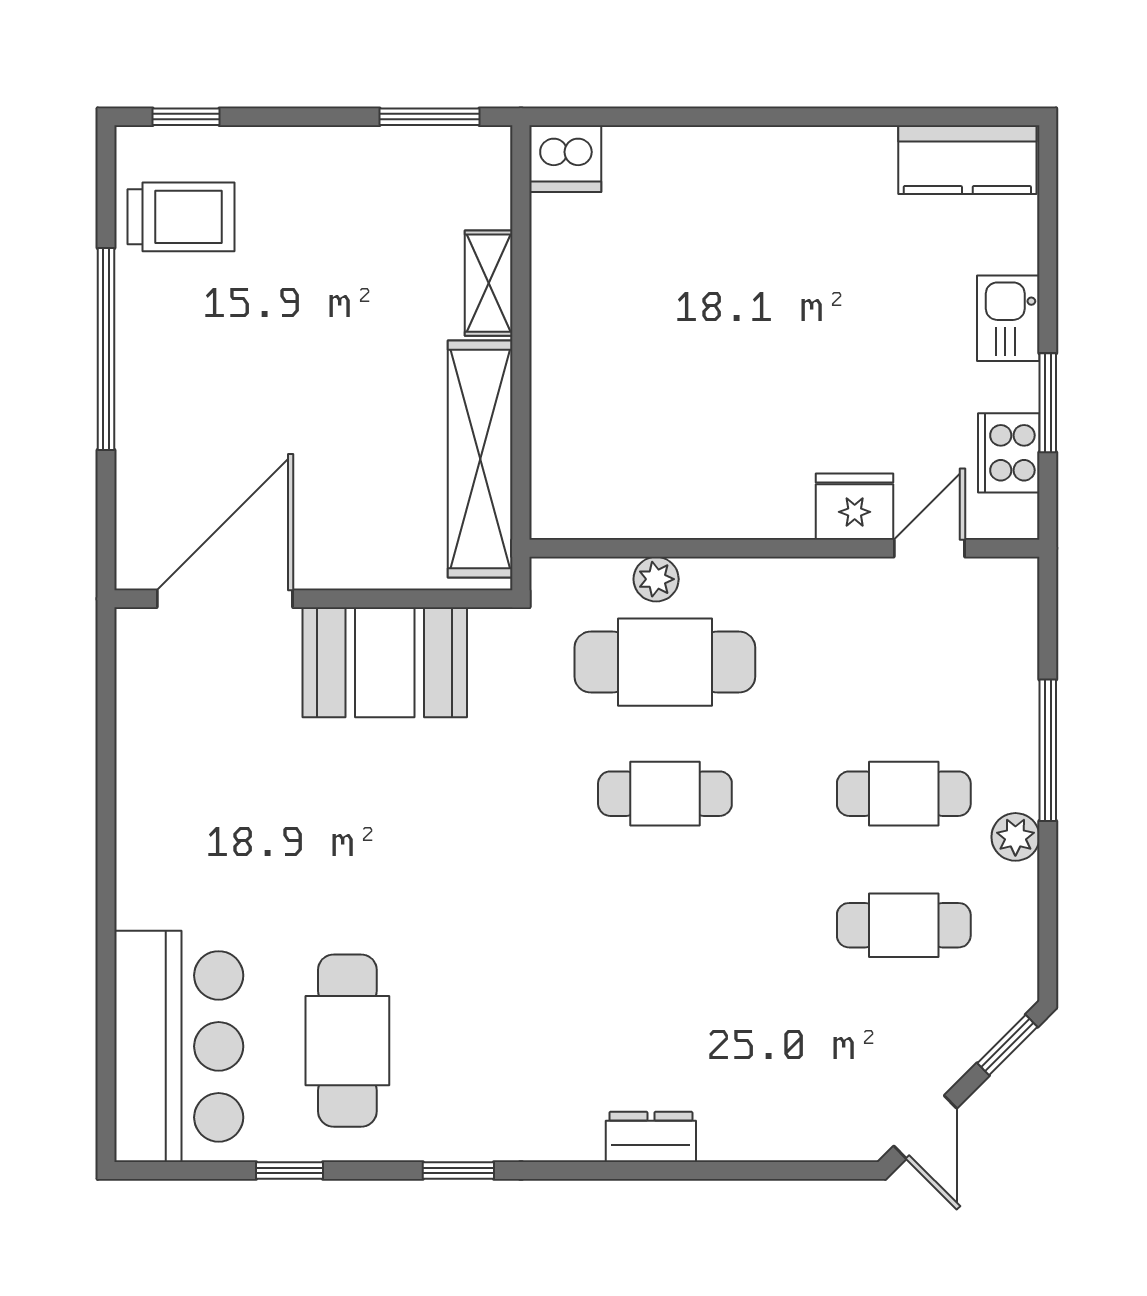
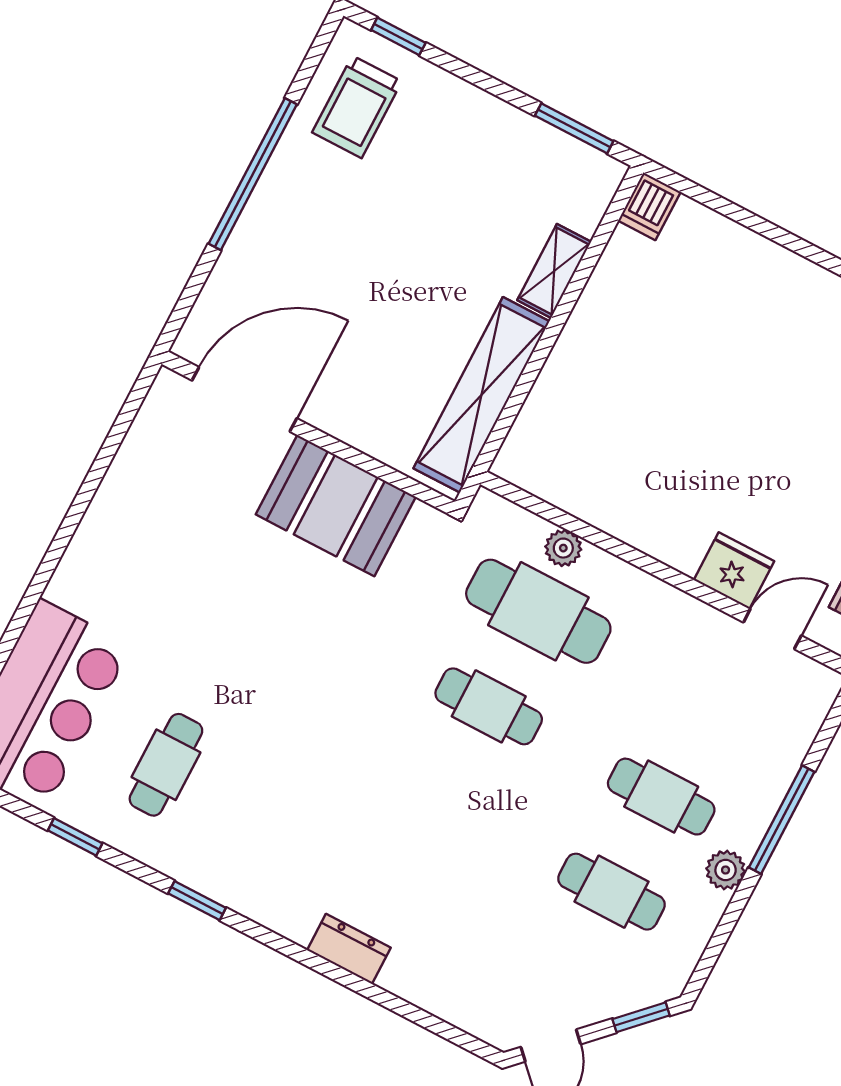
dishwasher: (565, 159) -> (649, 206), width x0.73
trolley: (181, 217) -> (357, 107), turned 90
cafe table: (347, 1041) -> (166, 765), width x0.73, depth x0.74

